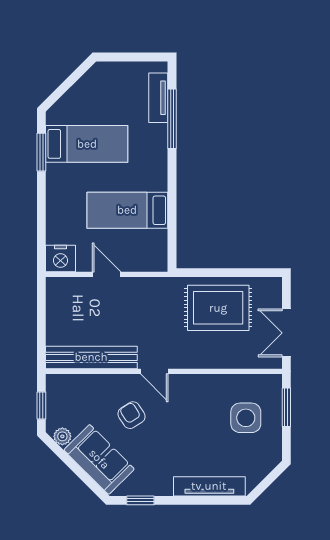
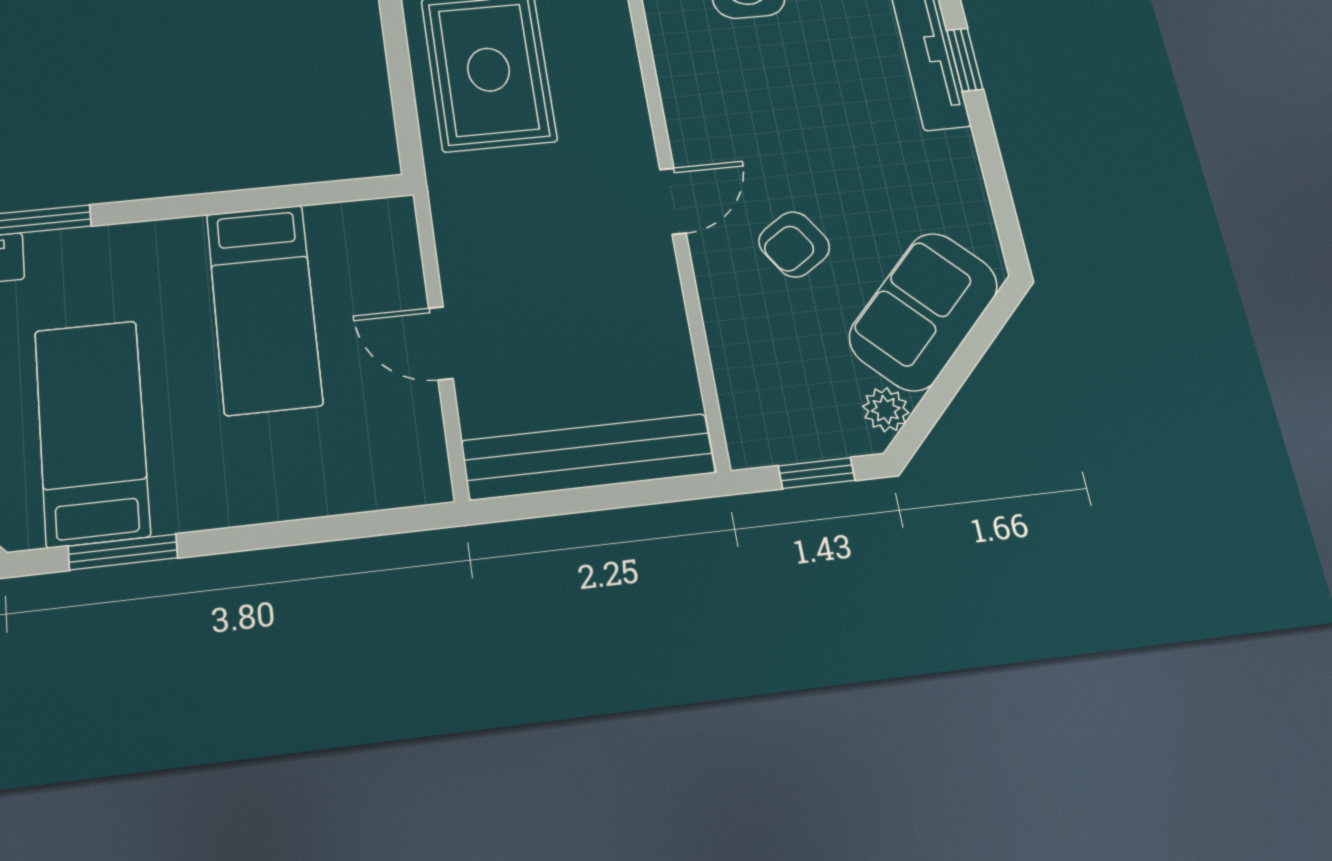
nightstand: (61, 258) -> (413, 467), removed
door: (107, 274) -> (441, 343), hinge flipped
bench: (91, 357) -> (588, 457), moved, turned 90
window: (140, 500) -> (965, 60), moved

